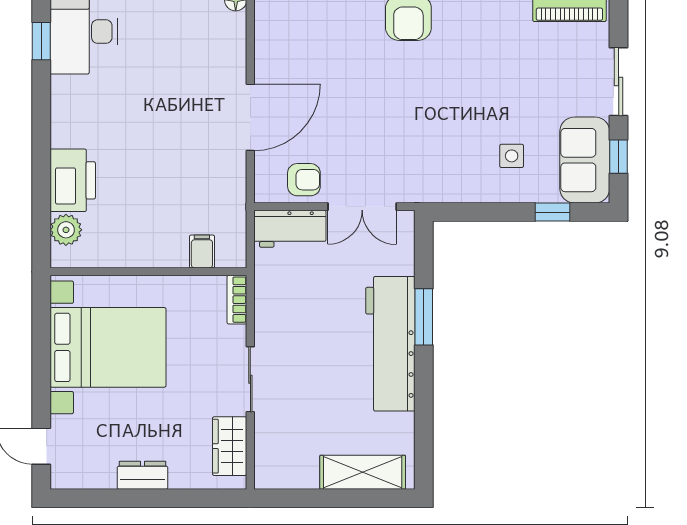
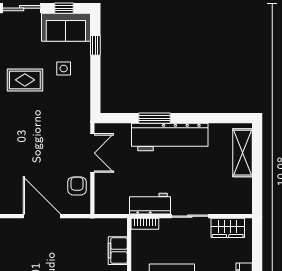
rug: (491, 87) -> (25, 80), added
workbench: (290, 229) -> (150, 204), moved, turned -90
filing cabinet: (202, 252) -> (118, 251), width x2.00

